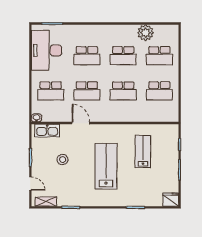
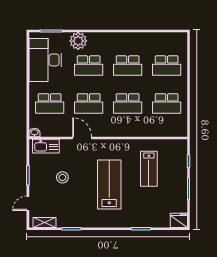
plant: (145, 33) -> (78, 41), moved
lab bench: (143, 152) -> (149, 169), turned 180
door: (30, 184) -> (28, 203), swing flipped

